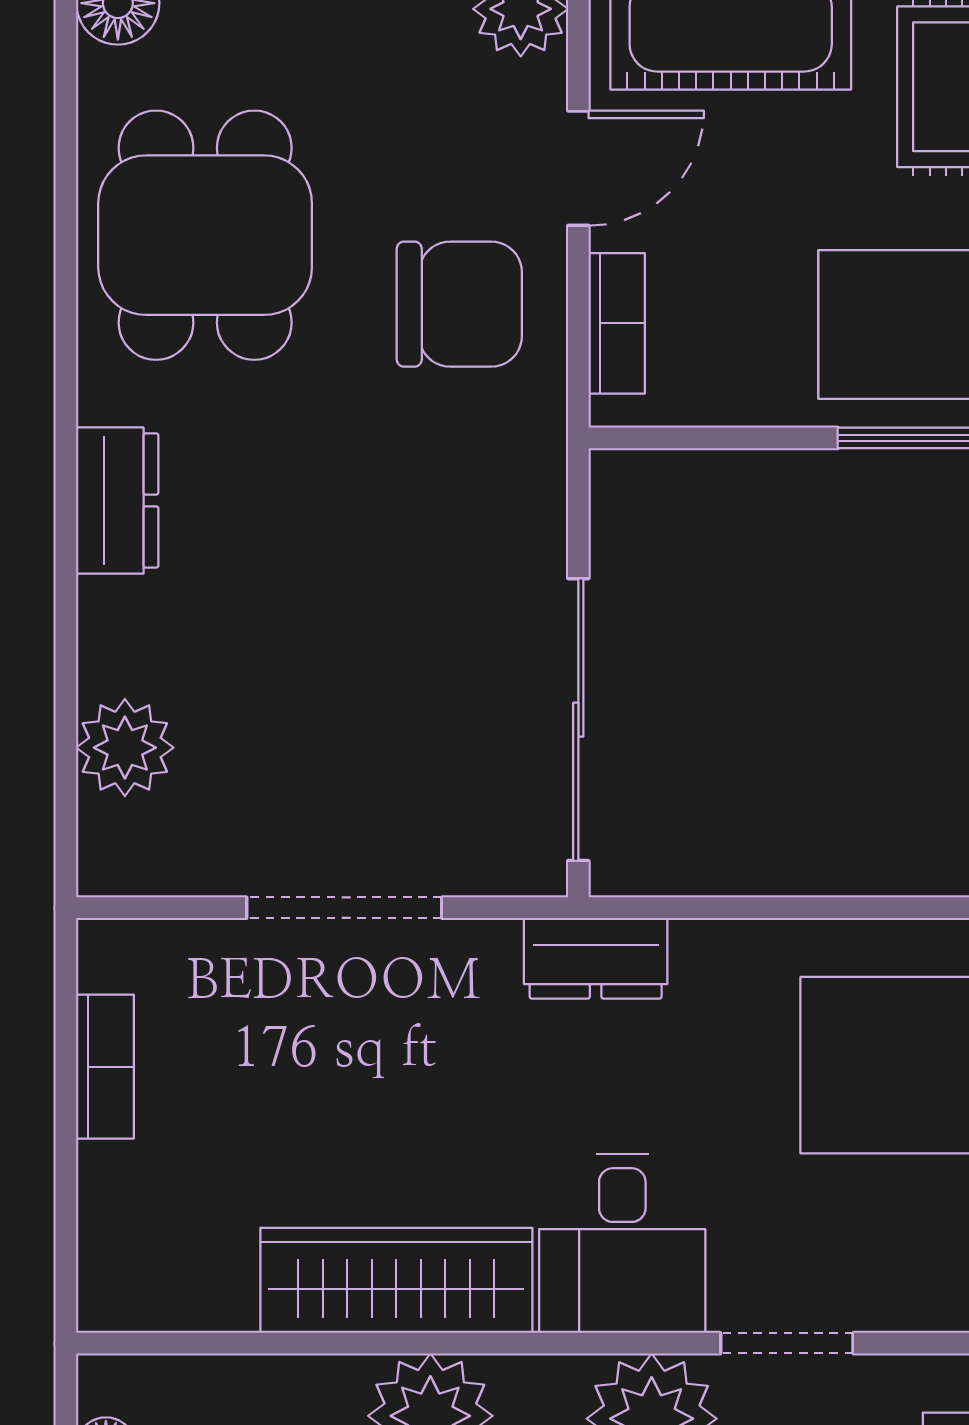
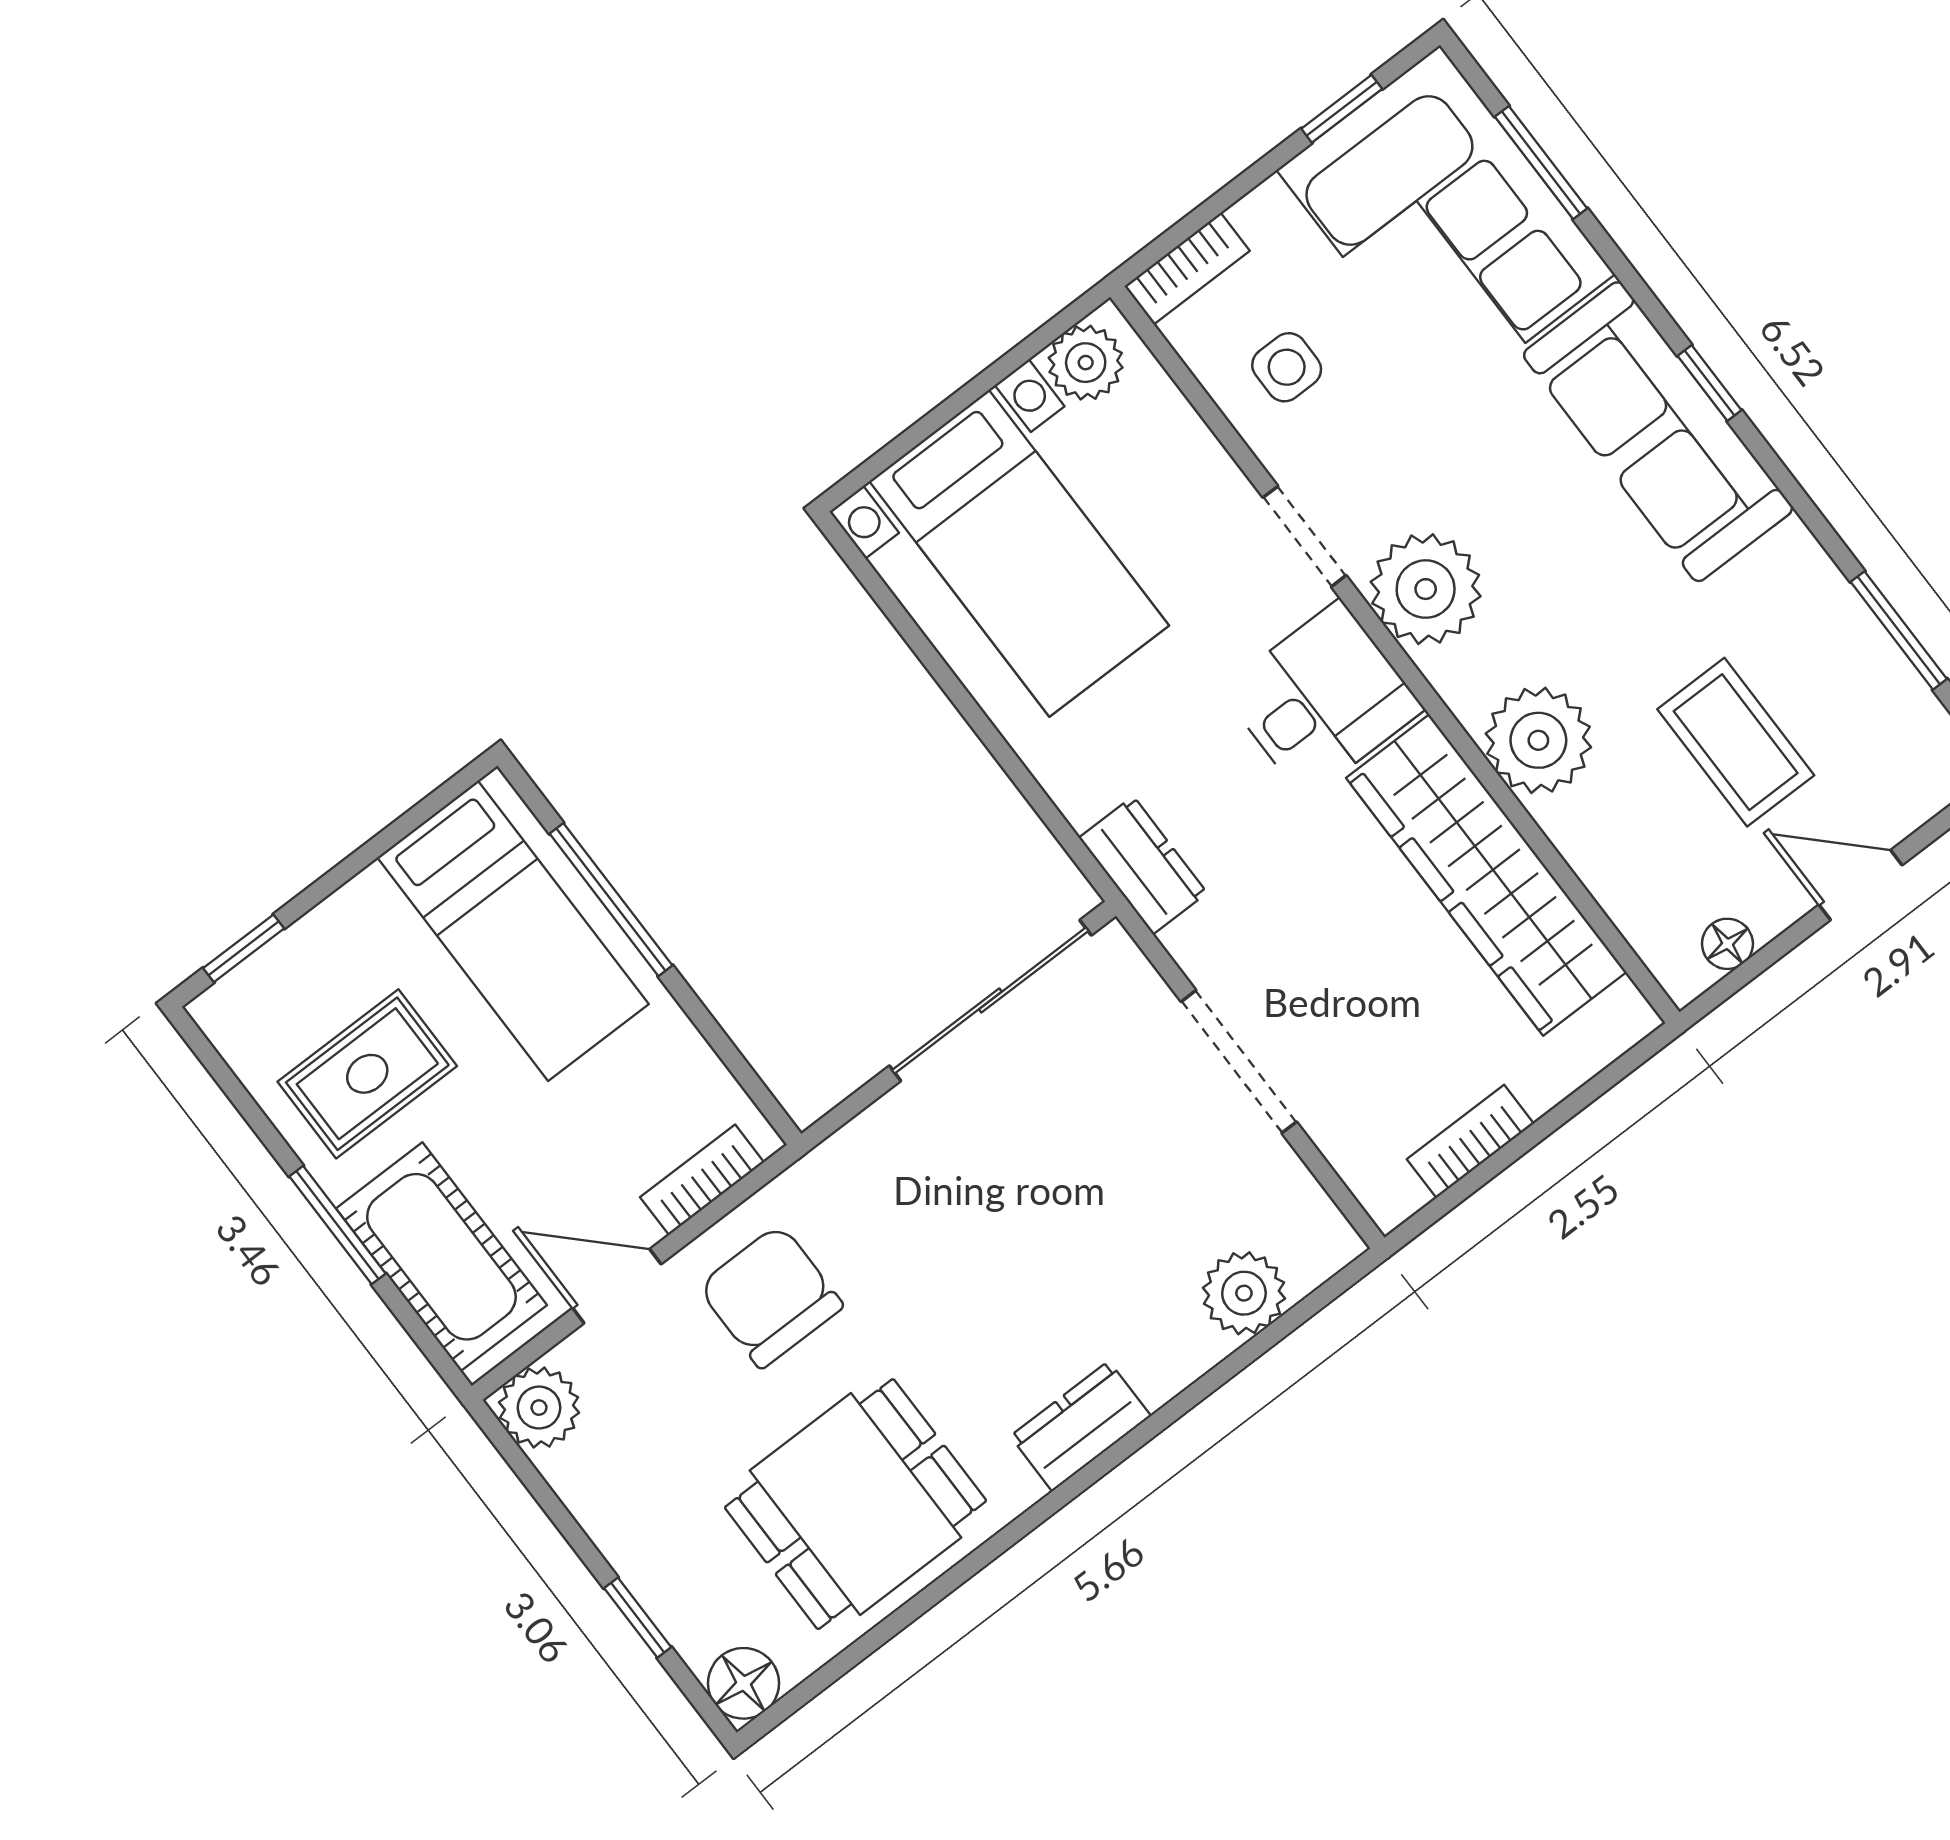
wardrobe: (396, 1280) -> (1486, 875), width x1.40, depth x1.17

